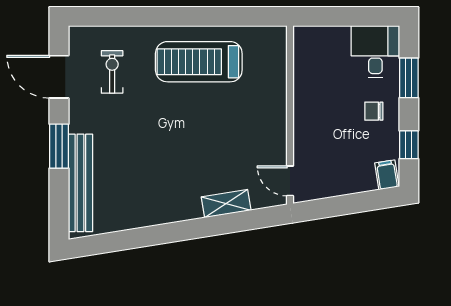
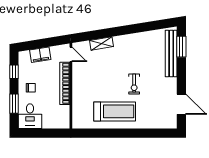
exercise bike: (112, 72) -> (134, 84), moved
bookcase: (303, 120) -> (65, 83), added
window: (59, 146) -> (181, 47), moved
filing cabinet: (387, 175) -> (40, 55), moved, width x2.00

